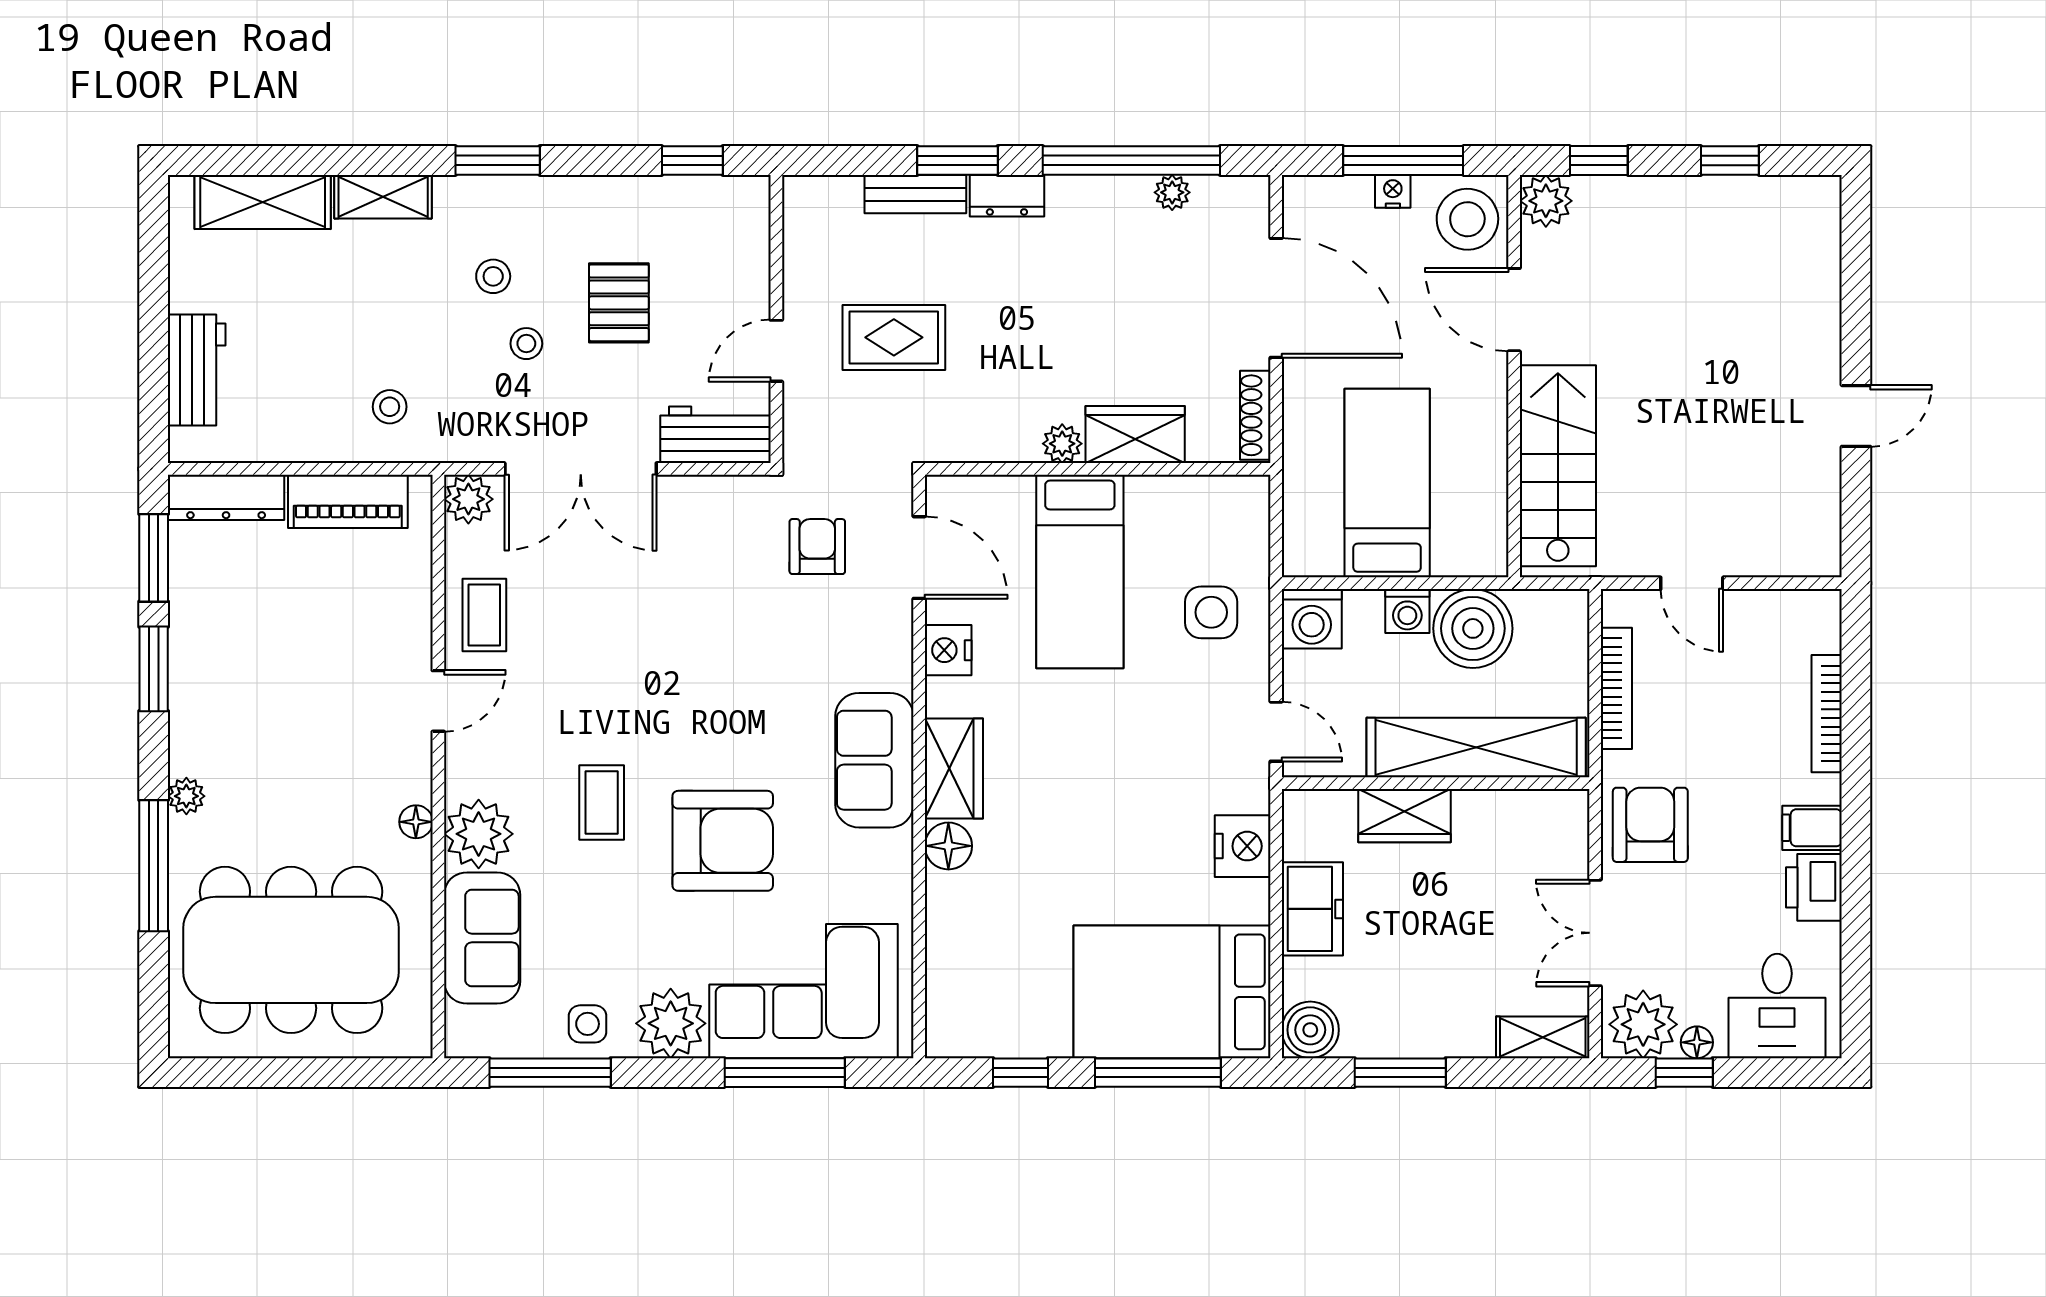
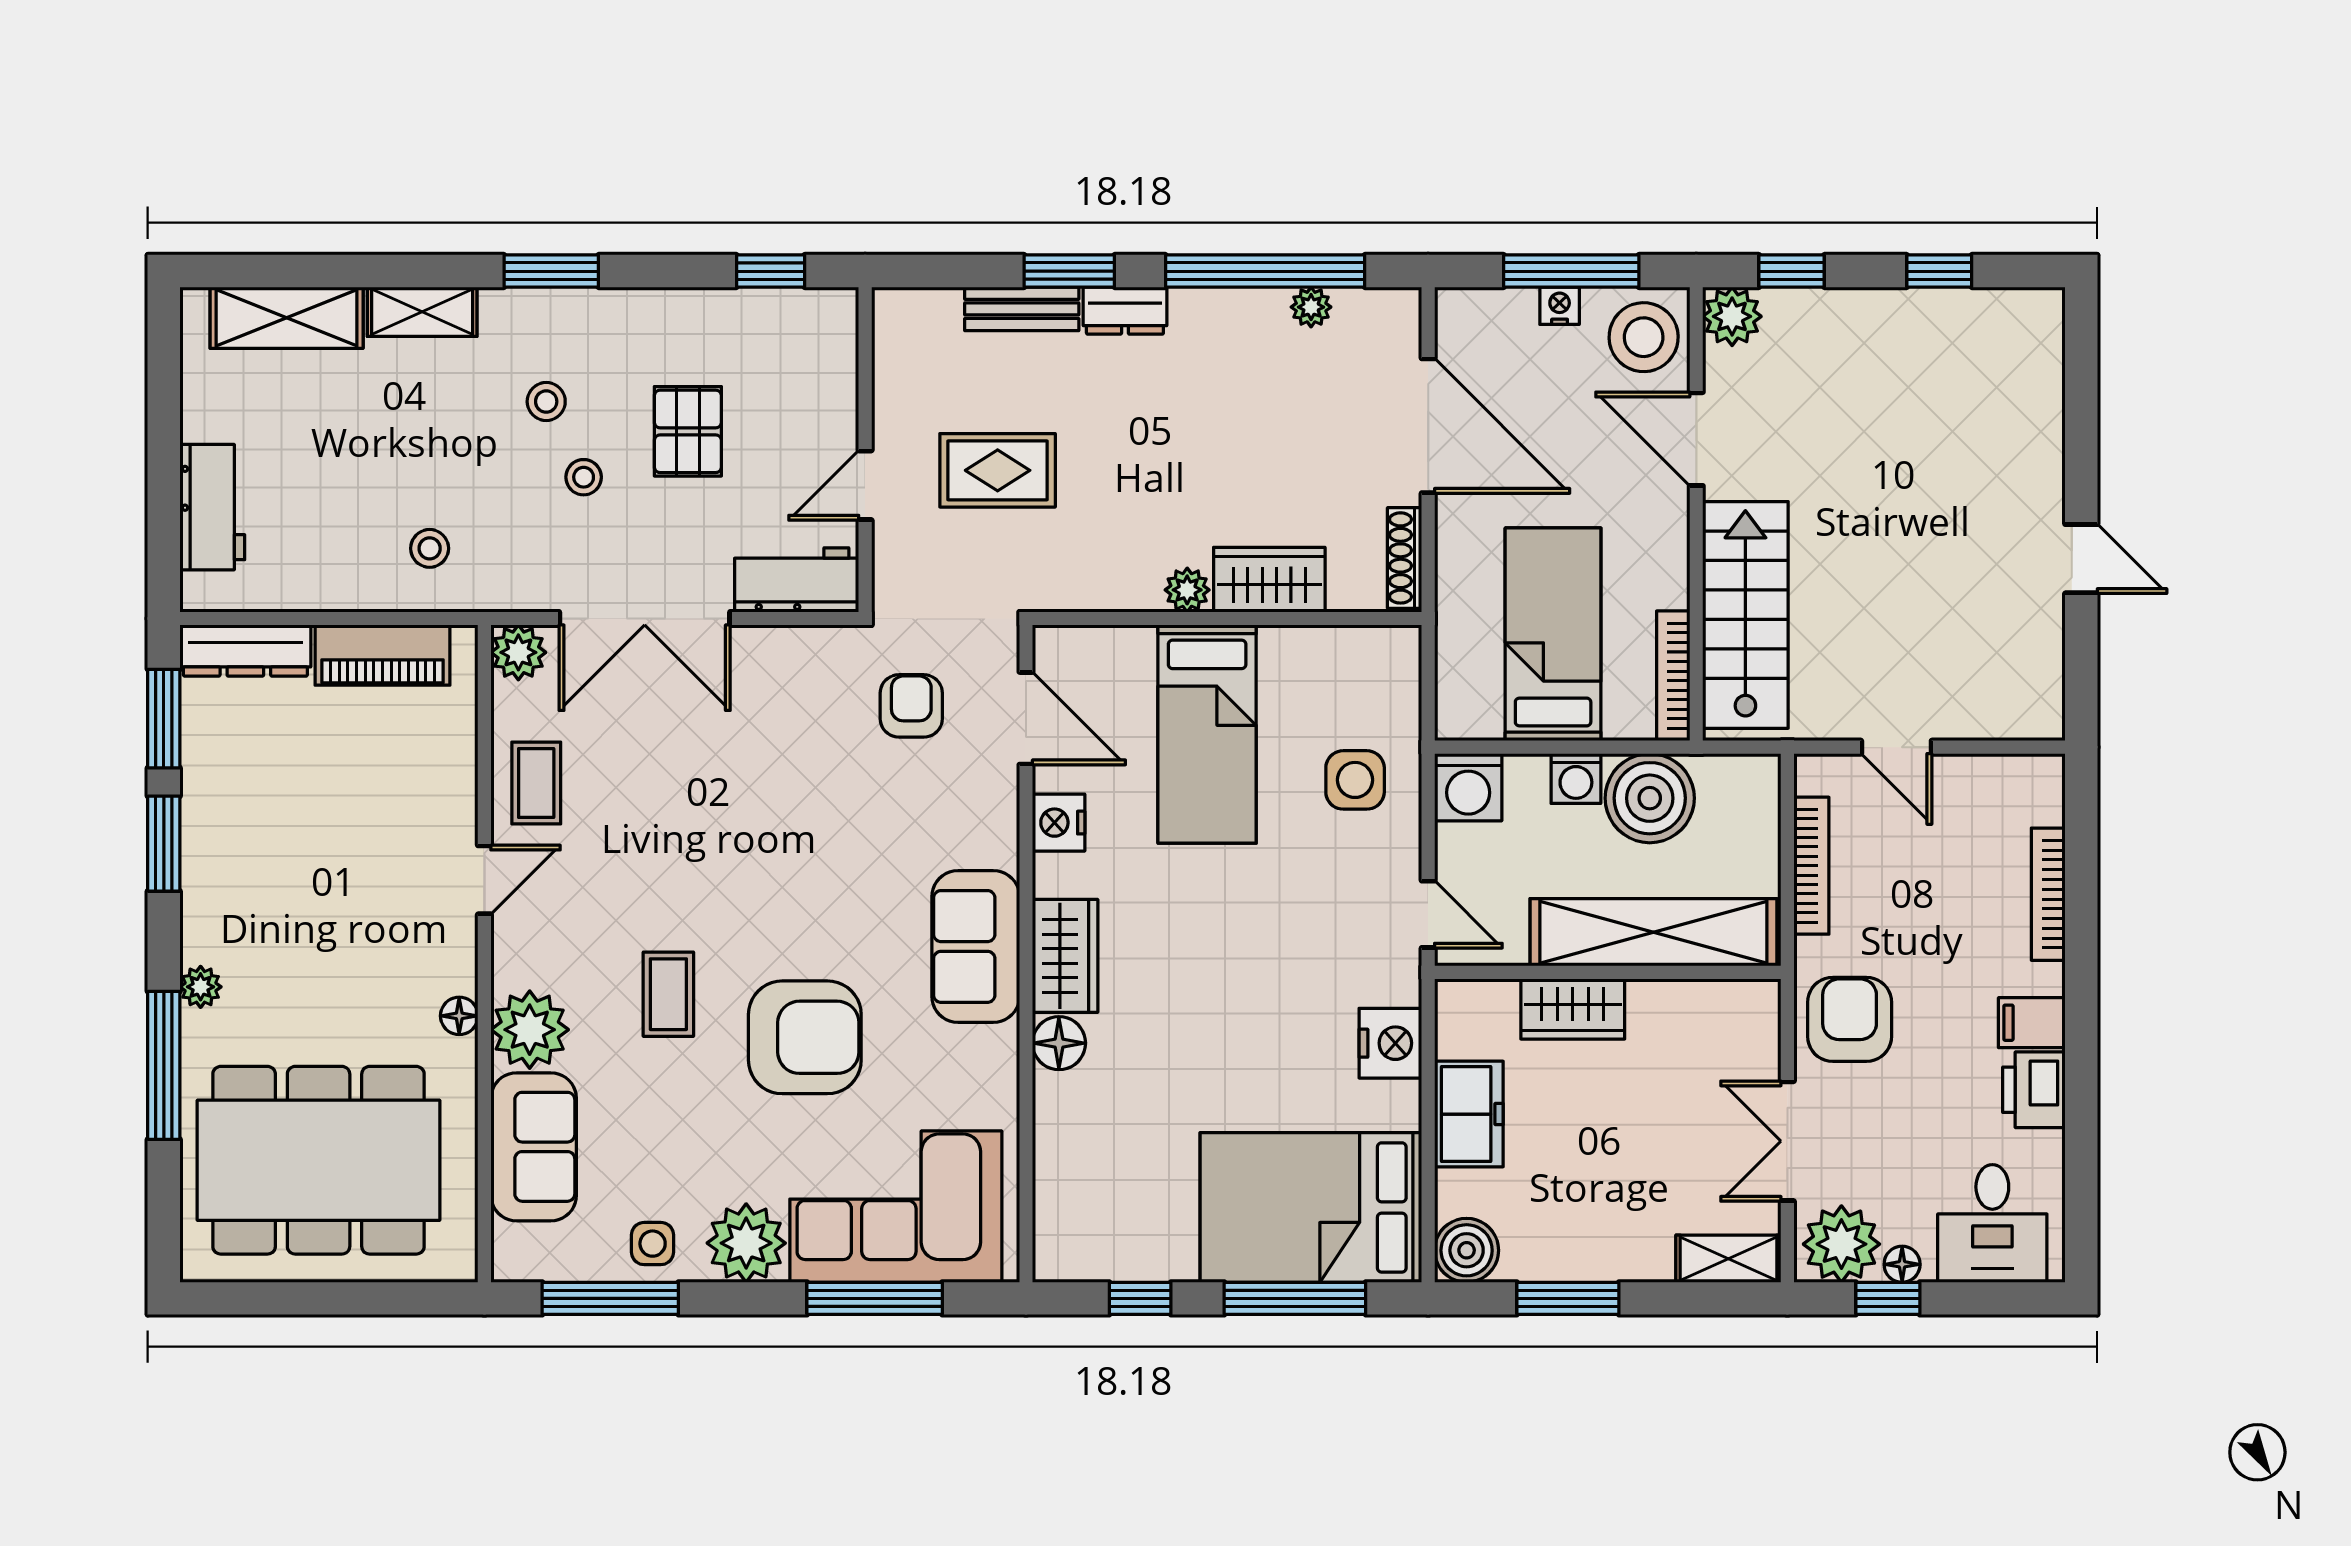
door: (1856, 416) -> (2081, 559), hinge flipped
bookcase: (1494, 520) -> (1673, 676), added

